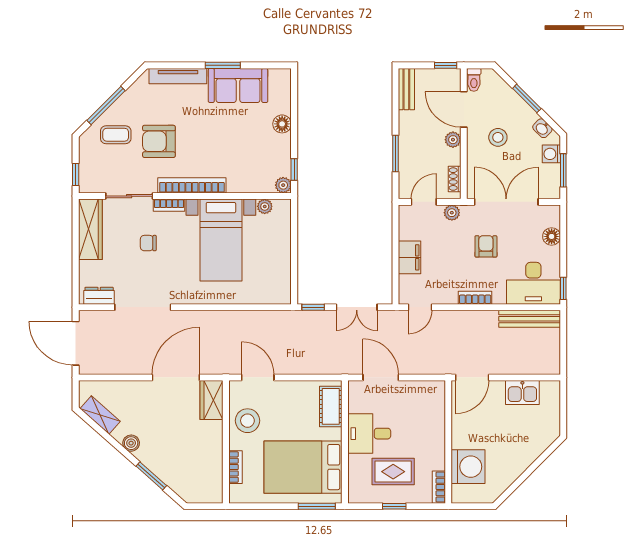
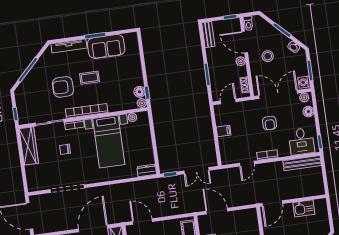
floor lamp: (282, 124) -> (140, 92), moved
coffee table: (116, 135) -> (90, 78), moved
washing machine: (551, 154) -> (304, 82), moved
plant: (452, 213) -> (304, 97), moved
armchair: (486, 246) -> (270, 123), turned 180
filing cabinet: (410, 257) -> (224, 131), width x0.50
desk: (533, 283) -> (301, 141), width x0.73
dresser: (99, 296) -> (147, 171), moved
door: (420, 307) -> (247, 164), moved

